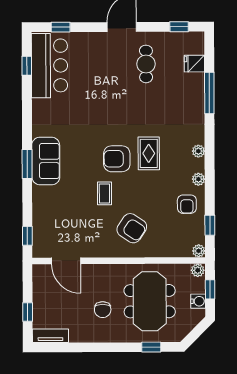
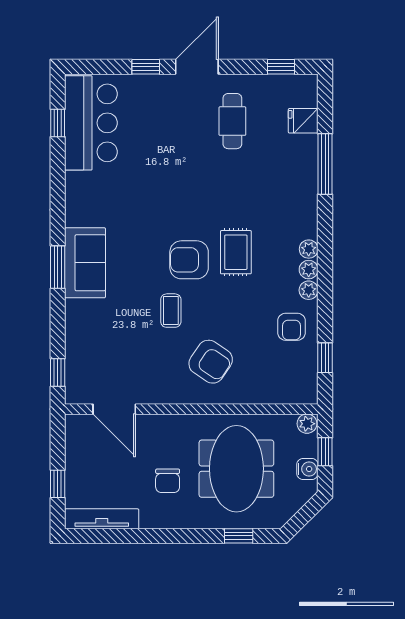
window: (61, 27) -> (146, 67), moved
plant: (199, 251) -> (309, 270), moved
tv unit: (50, 336) -> (102, 519), width x1.41

